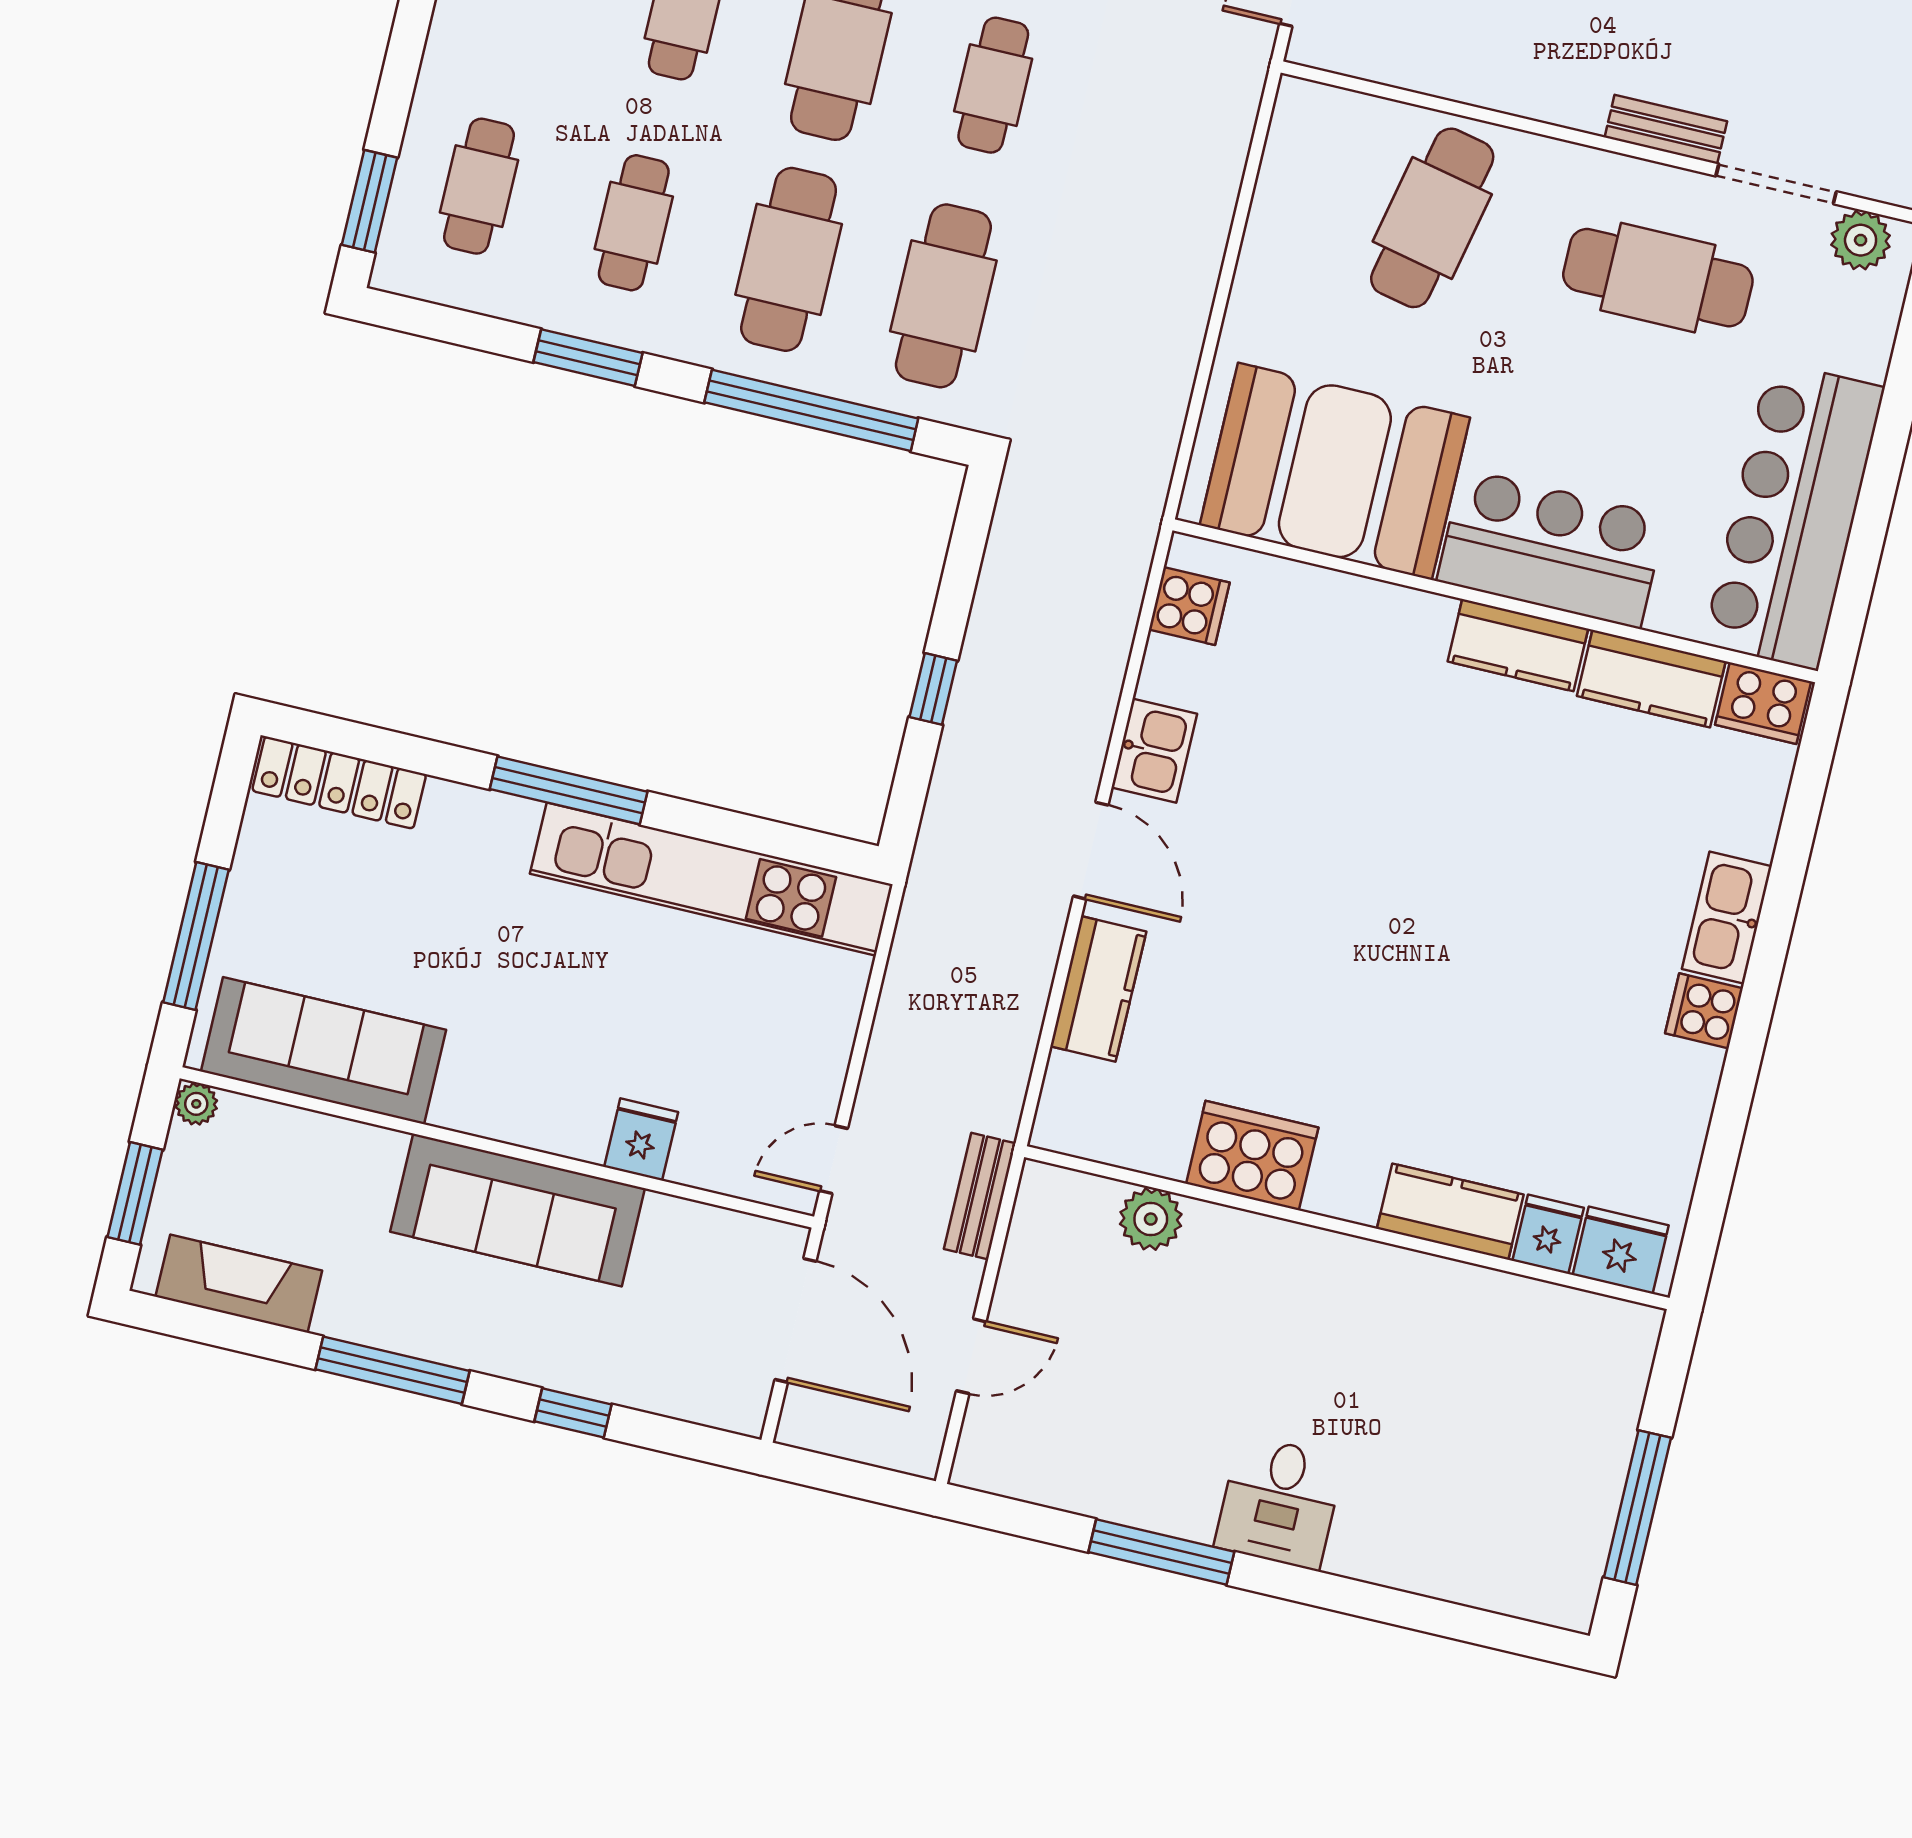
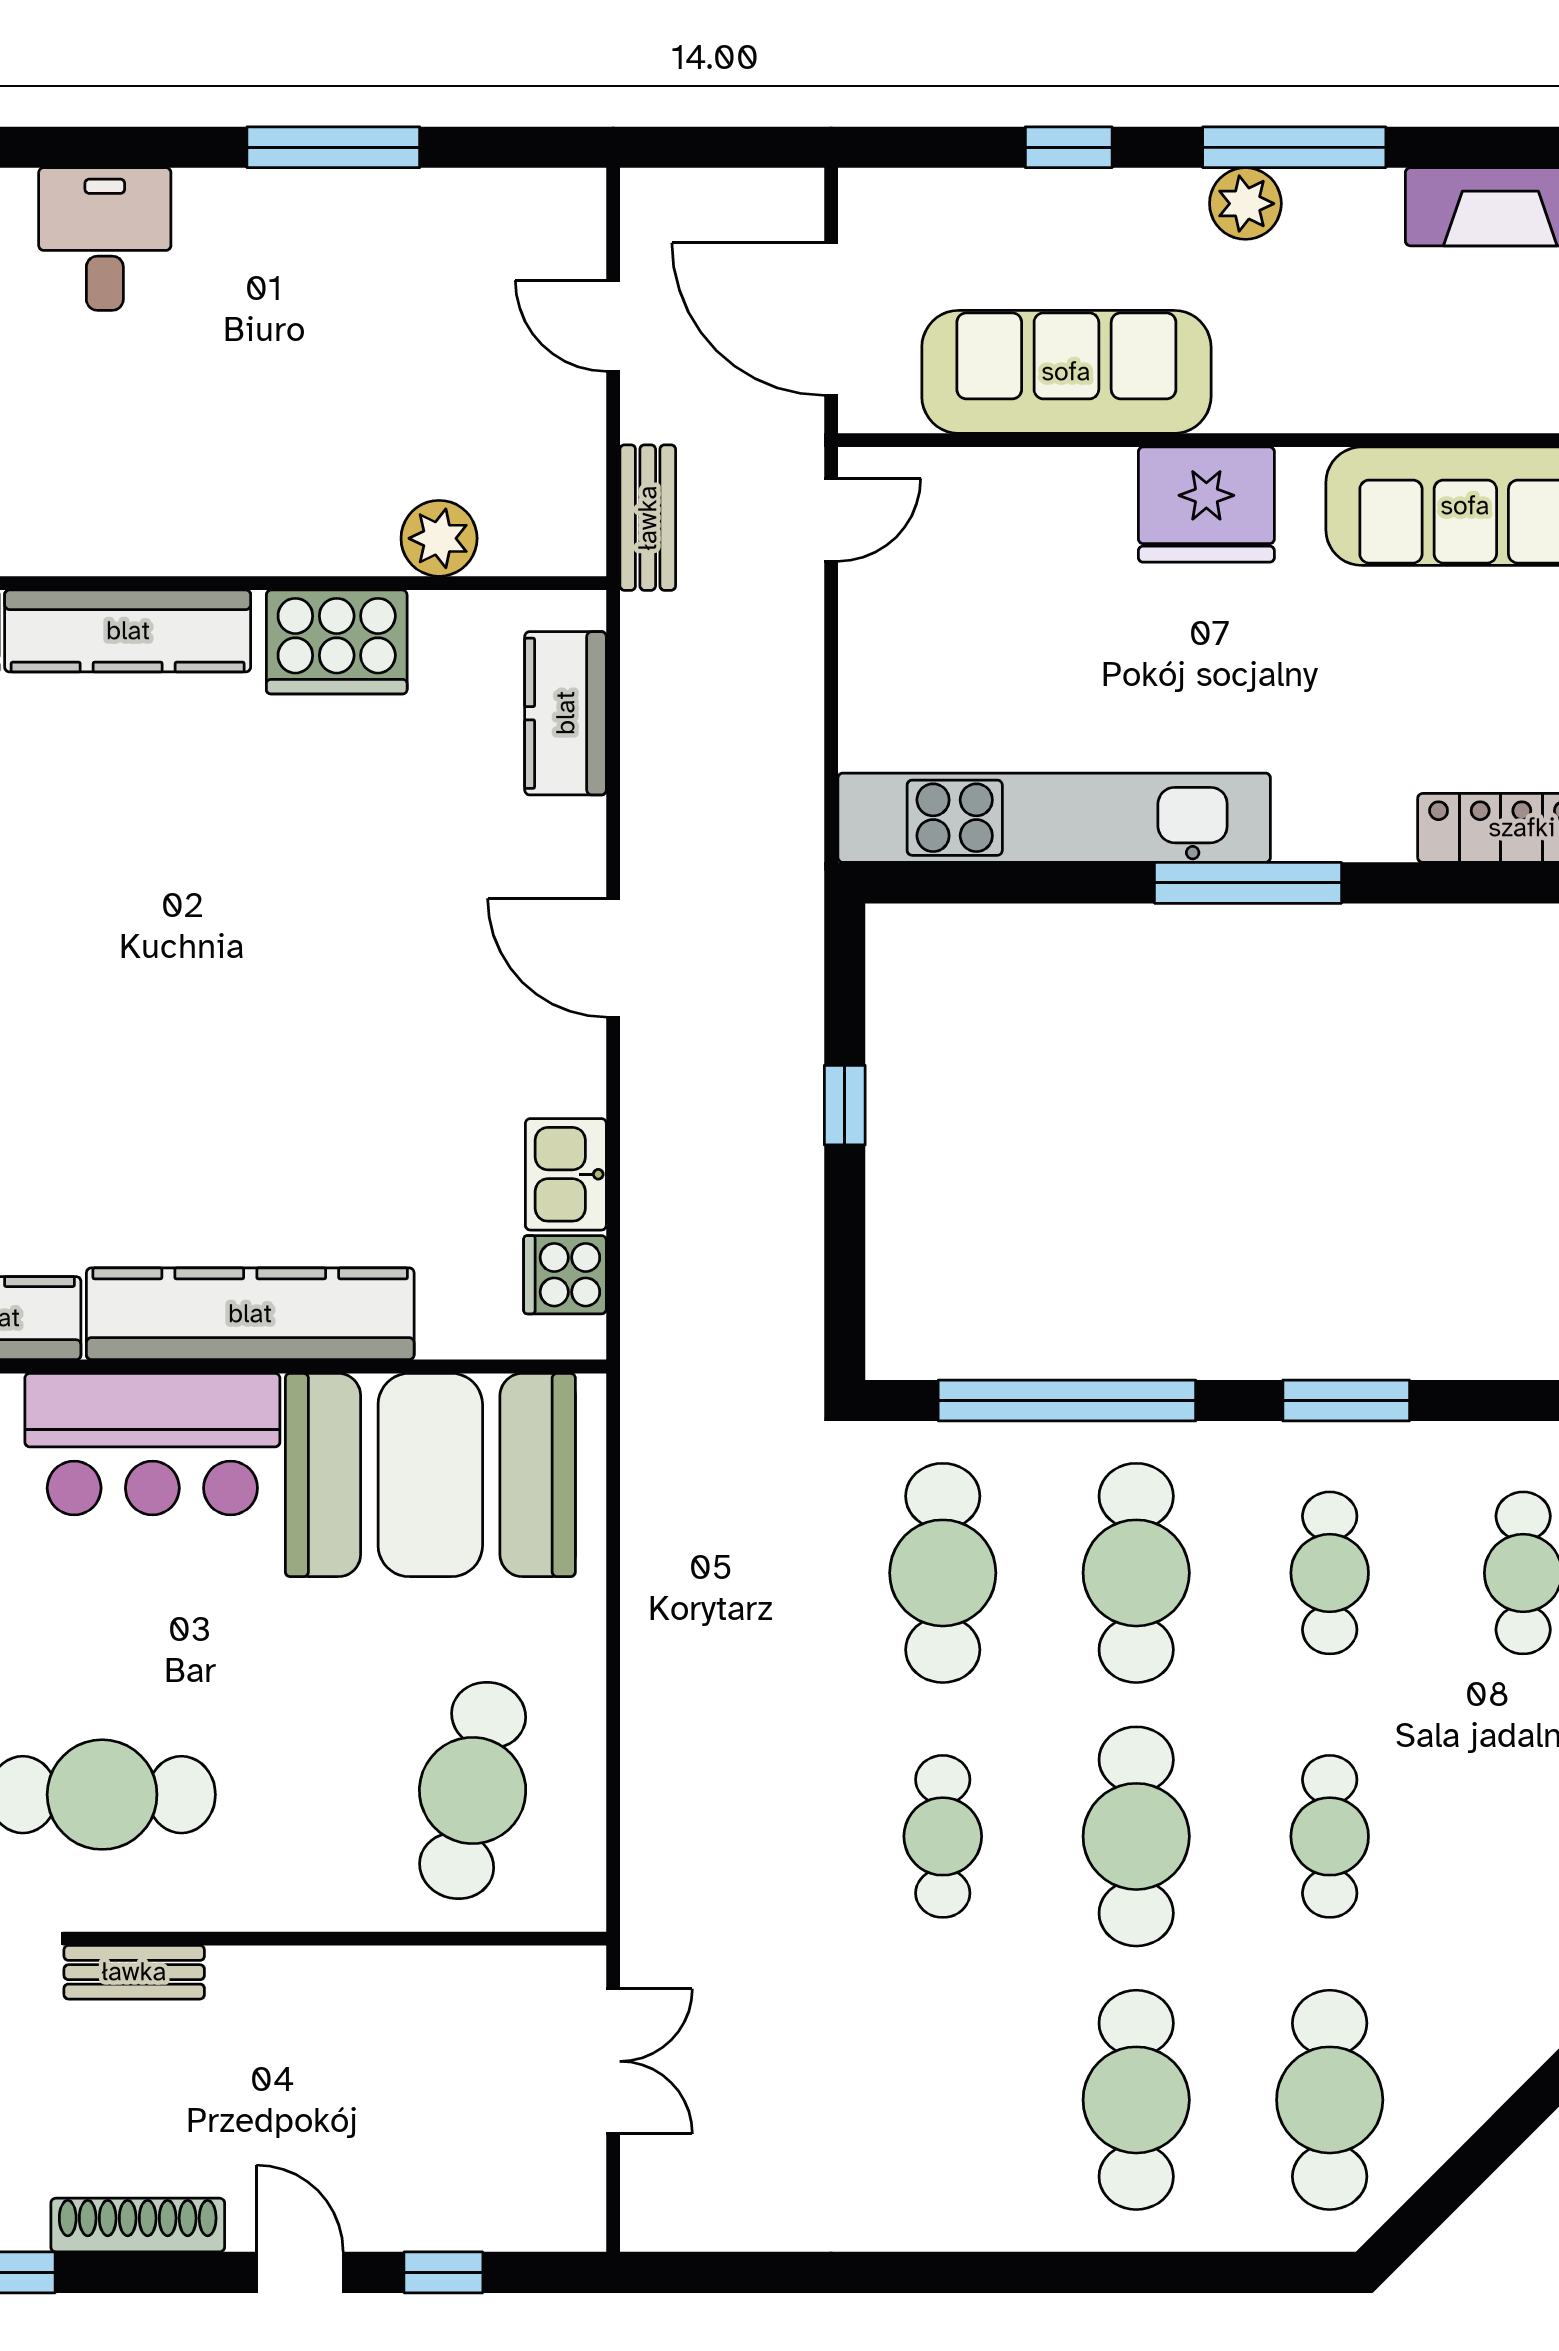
cafe table: (1432, 218) -> (473, 1791), moved
kitchen counter: (1518, 645) -> (250, 1314), width x2.08, depth x1.17
kitchen sink: (1154, 751) -> (566, 1174), moved
kitchen counter: (1098, 989) -> (566, 713), moved
fridge: (641, 1139) -> (1206, 505), moved, width x1.88, depth x1.34
sofa: (517, 1210) -> (1066, 372), moved
kitchen counter: (1450, 1212) -> (128, 631), width x1.50
plant: (442, 1334) -> (1245, 204), added
door: (971, 1356) -> (613, 326), hinge flipped
desk: (1279, 1502) -> (105, 239), moved

